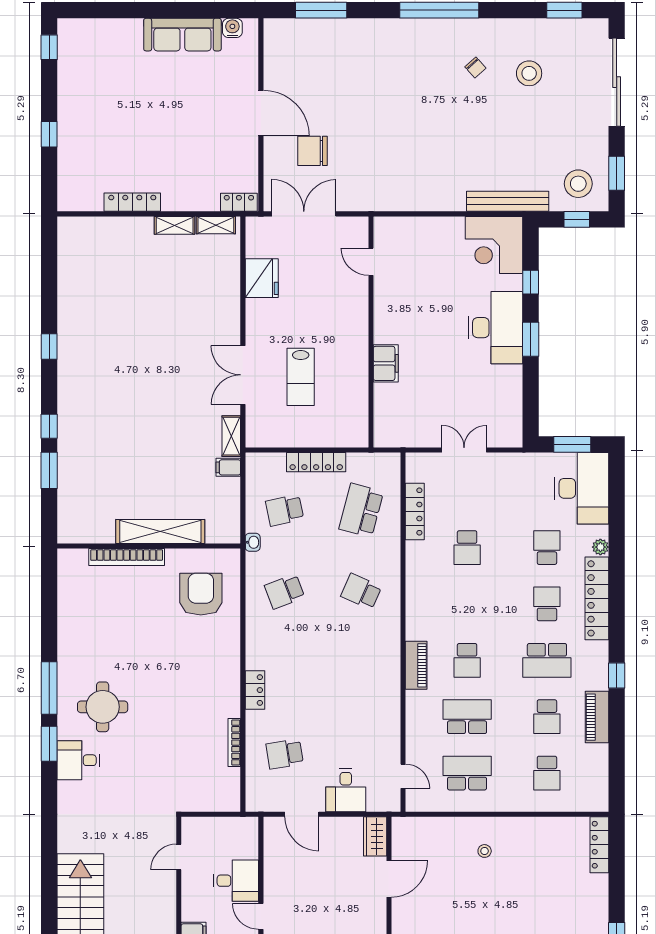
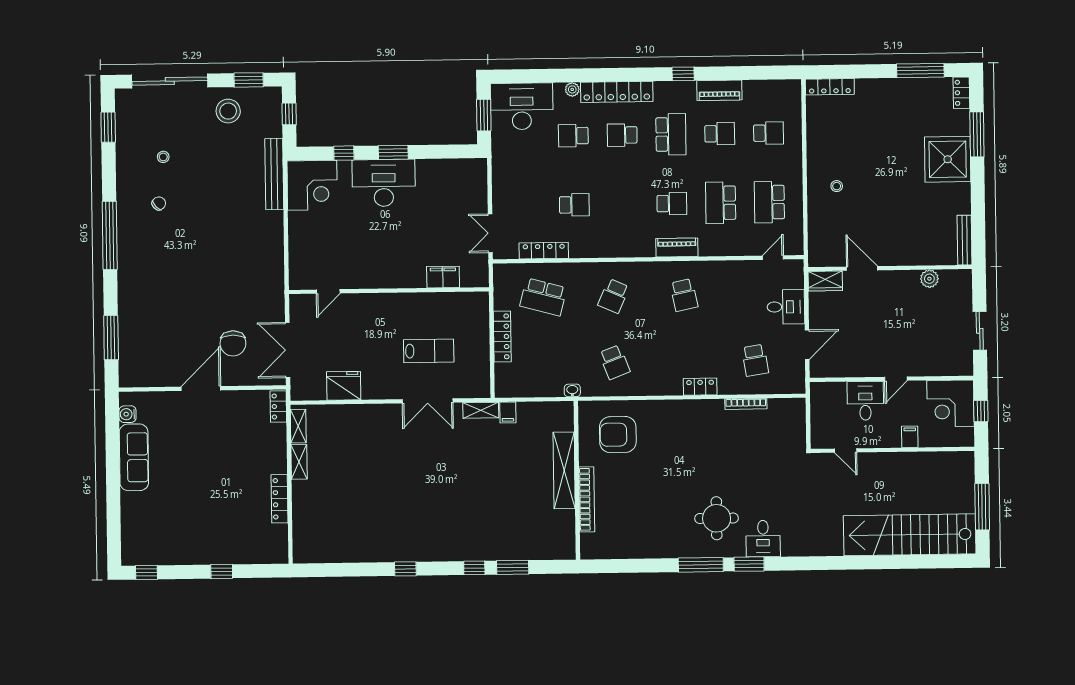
stool: (529, 73) -> (163, 157), width x0.53, depth x0.53
stool: (578, 184) -> (228, 111), moved
filing cabinet: (386, 363) -> (443, 277), moved
double door: (464, 450) -> (490, 233), moved
school desk: (285, 510) -> (684, 295), moved

